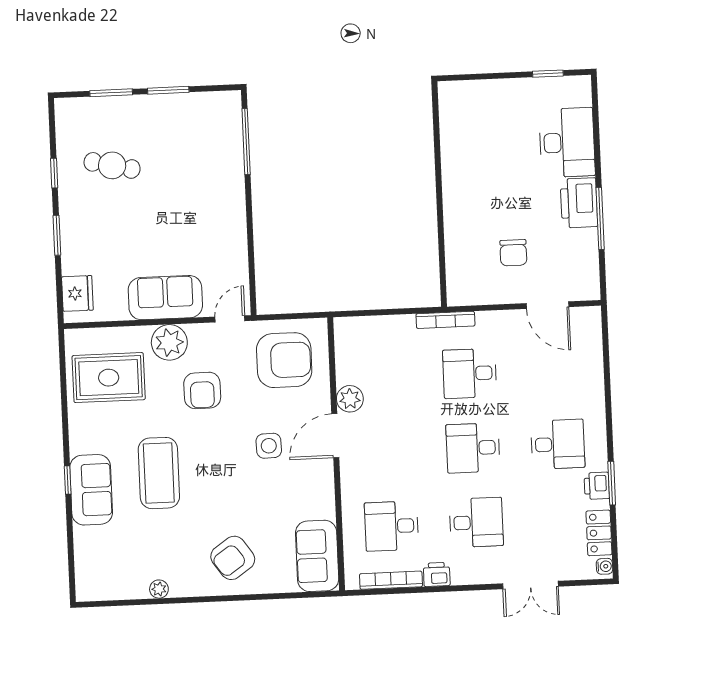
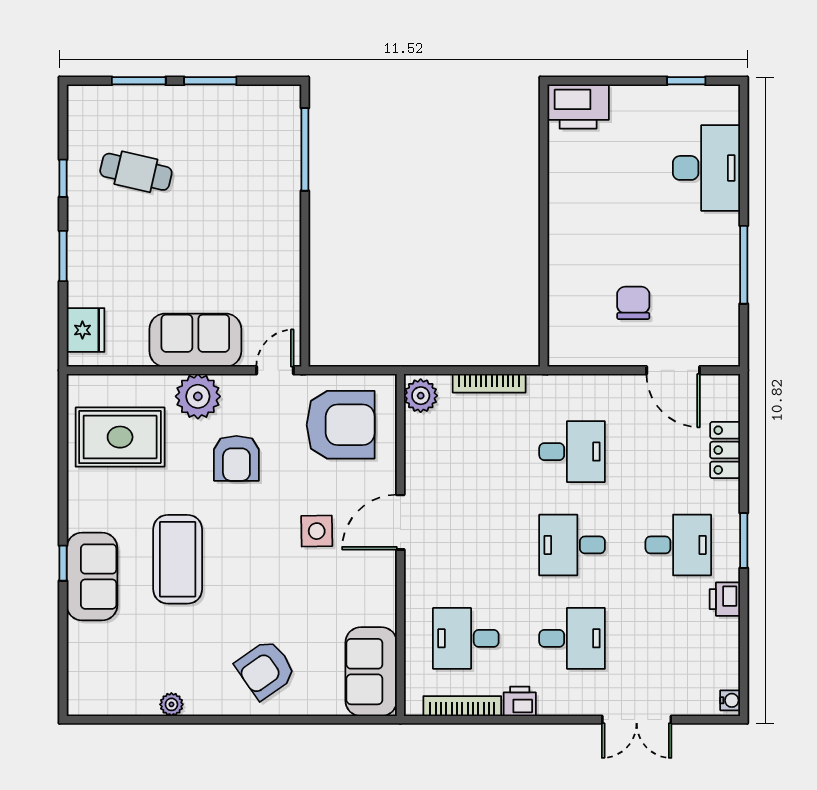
printer: (579, 203) -> (578, 106), moved, turned -90
chair: (513, 253) -> (633, 303), turned 180
bookcase: (445, 320) -> (489, 383), moved
desk: (470, 373) -> (572, 452), turned 180
plant: (350, 399) -> (421, 396), moved
window: (612, 483) -> (744, 541), moved
locker: (599, 533) -> (725, 450), moved

